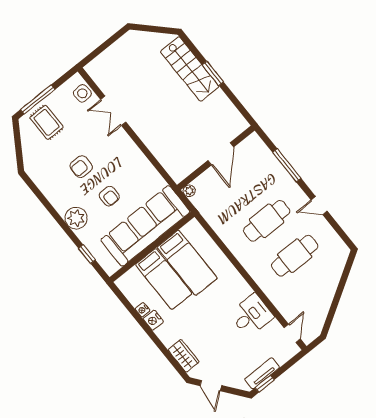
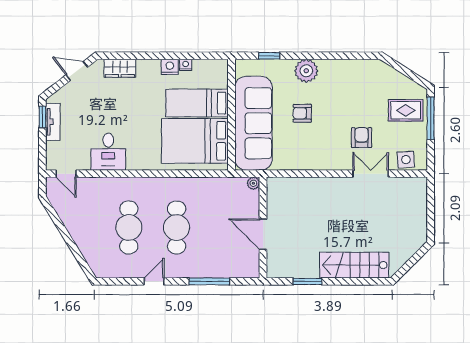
window: (213, 73) -> (307, 281), moved
armchair: (81, 167) -> (362, 138), moved
bed: (187, 263) -> (195, 141), width x1.50

